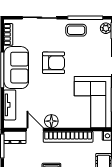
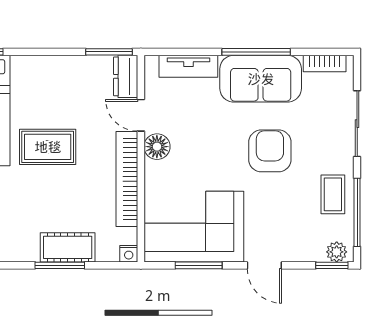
armchair: (54, 63) -> (270, 151), turned 180
door: (35, 130) -> (141, 115), swing flipped

